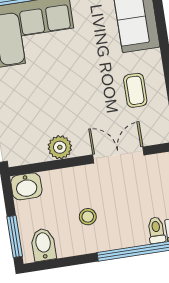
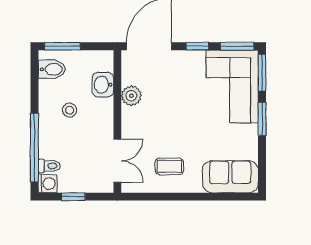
double door: (118, 155) -> (117, 161), moved
washbasin: (26, 186) -> (103, 85), moved

